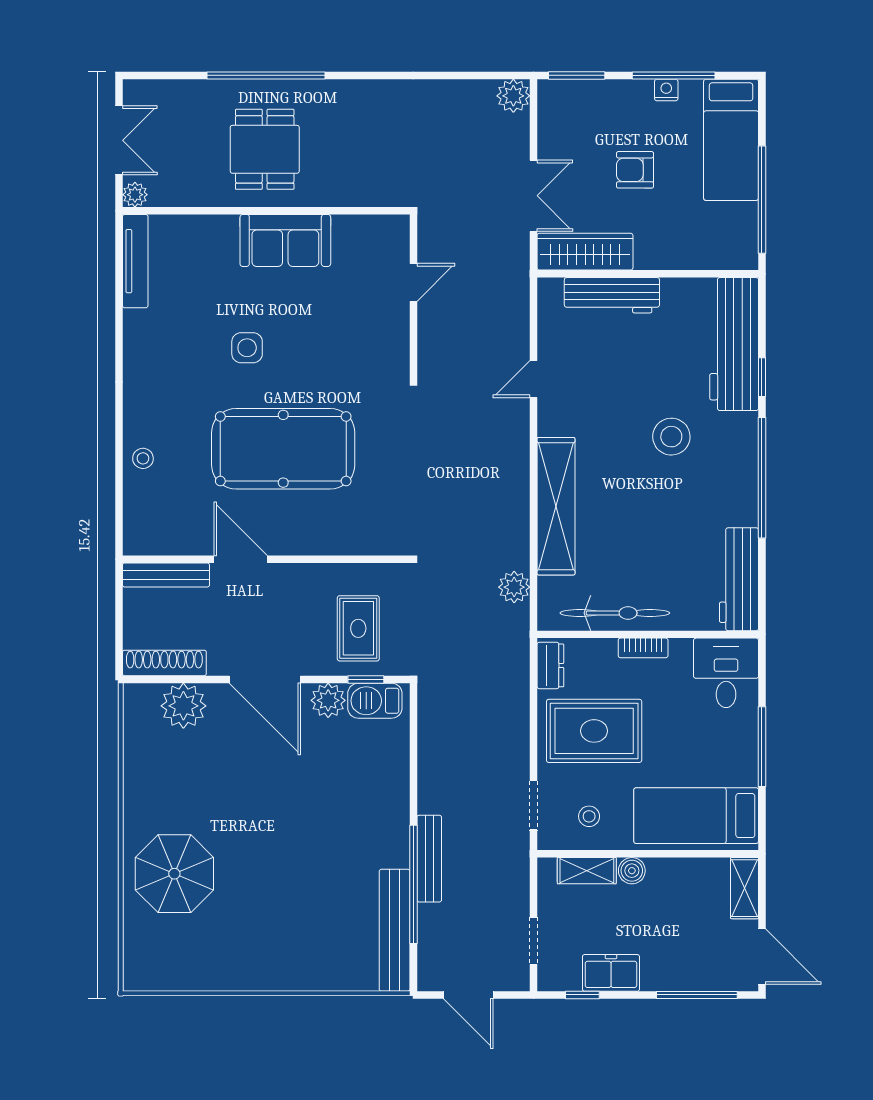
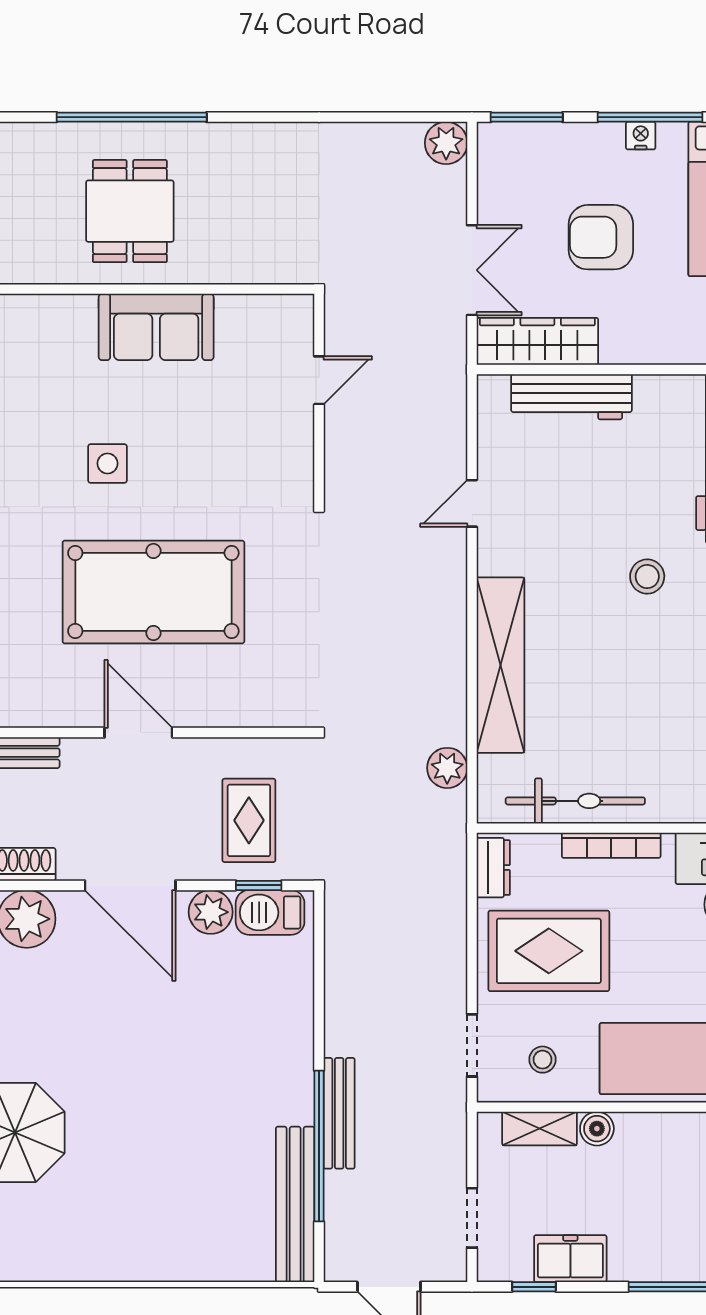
armchair: (635, 170) -> (601, 237), width x1.38, depth x1.38
stool: (671, 437) -> (647, 577), width x0.73, depth x0.73
door: (241, 559) -> (138, 733), moved
bookcase: (643, 648) -> (611, 845), width x1.56

